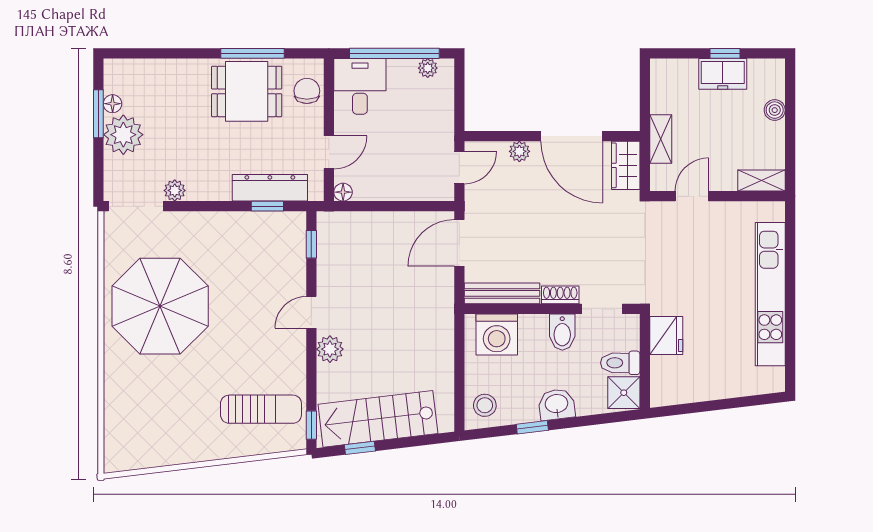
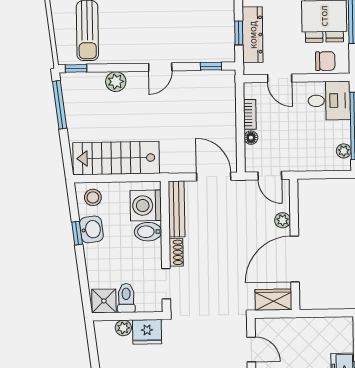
shelving: (661, 139) -> (293, 325), removed
floor lamp: (343, 192) -> (251, 138), moved
bookcase: (377, 193) -> (250, 114), added
door: (311, 312) -> (160, 67), swing flipped
bidet: (562, 332) -> (148, 232), moved
plant: (330, 349) -> (116, 82), moved
plant: (660, 367) -> (123, 328), added
washbasin: (557, 404) -> (91, 229), moved
stairs: (378, 419) -> (116, 158), moved, turned -83
window: (360, 448) -> (60, 105), width x2.17

